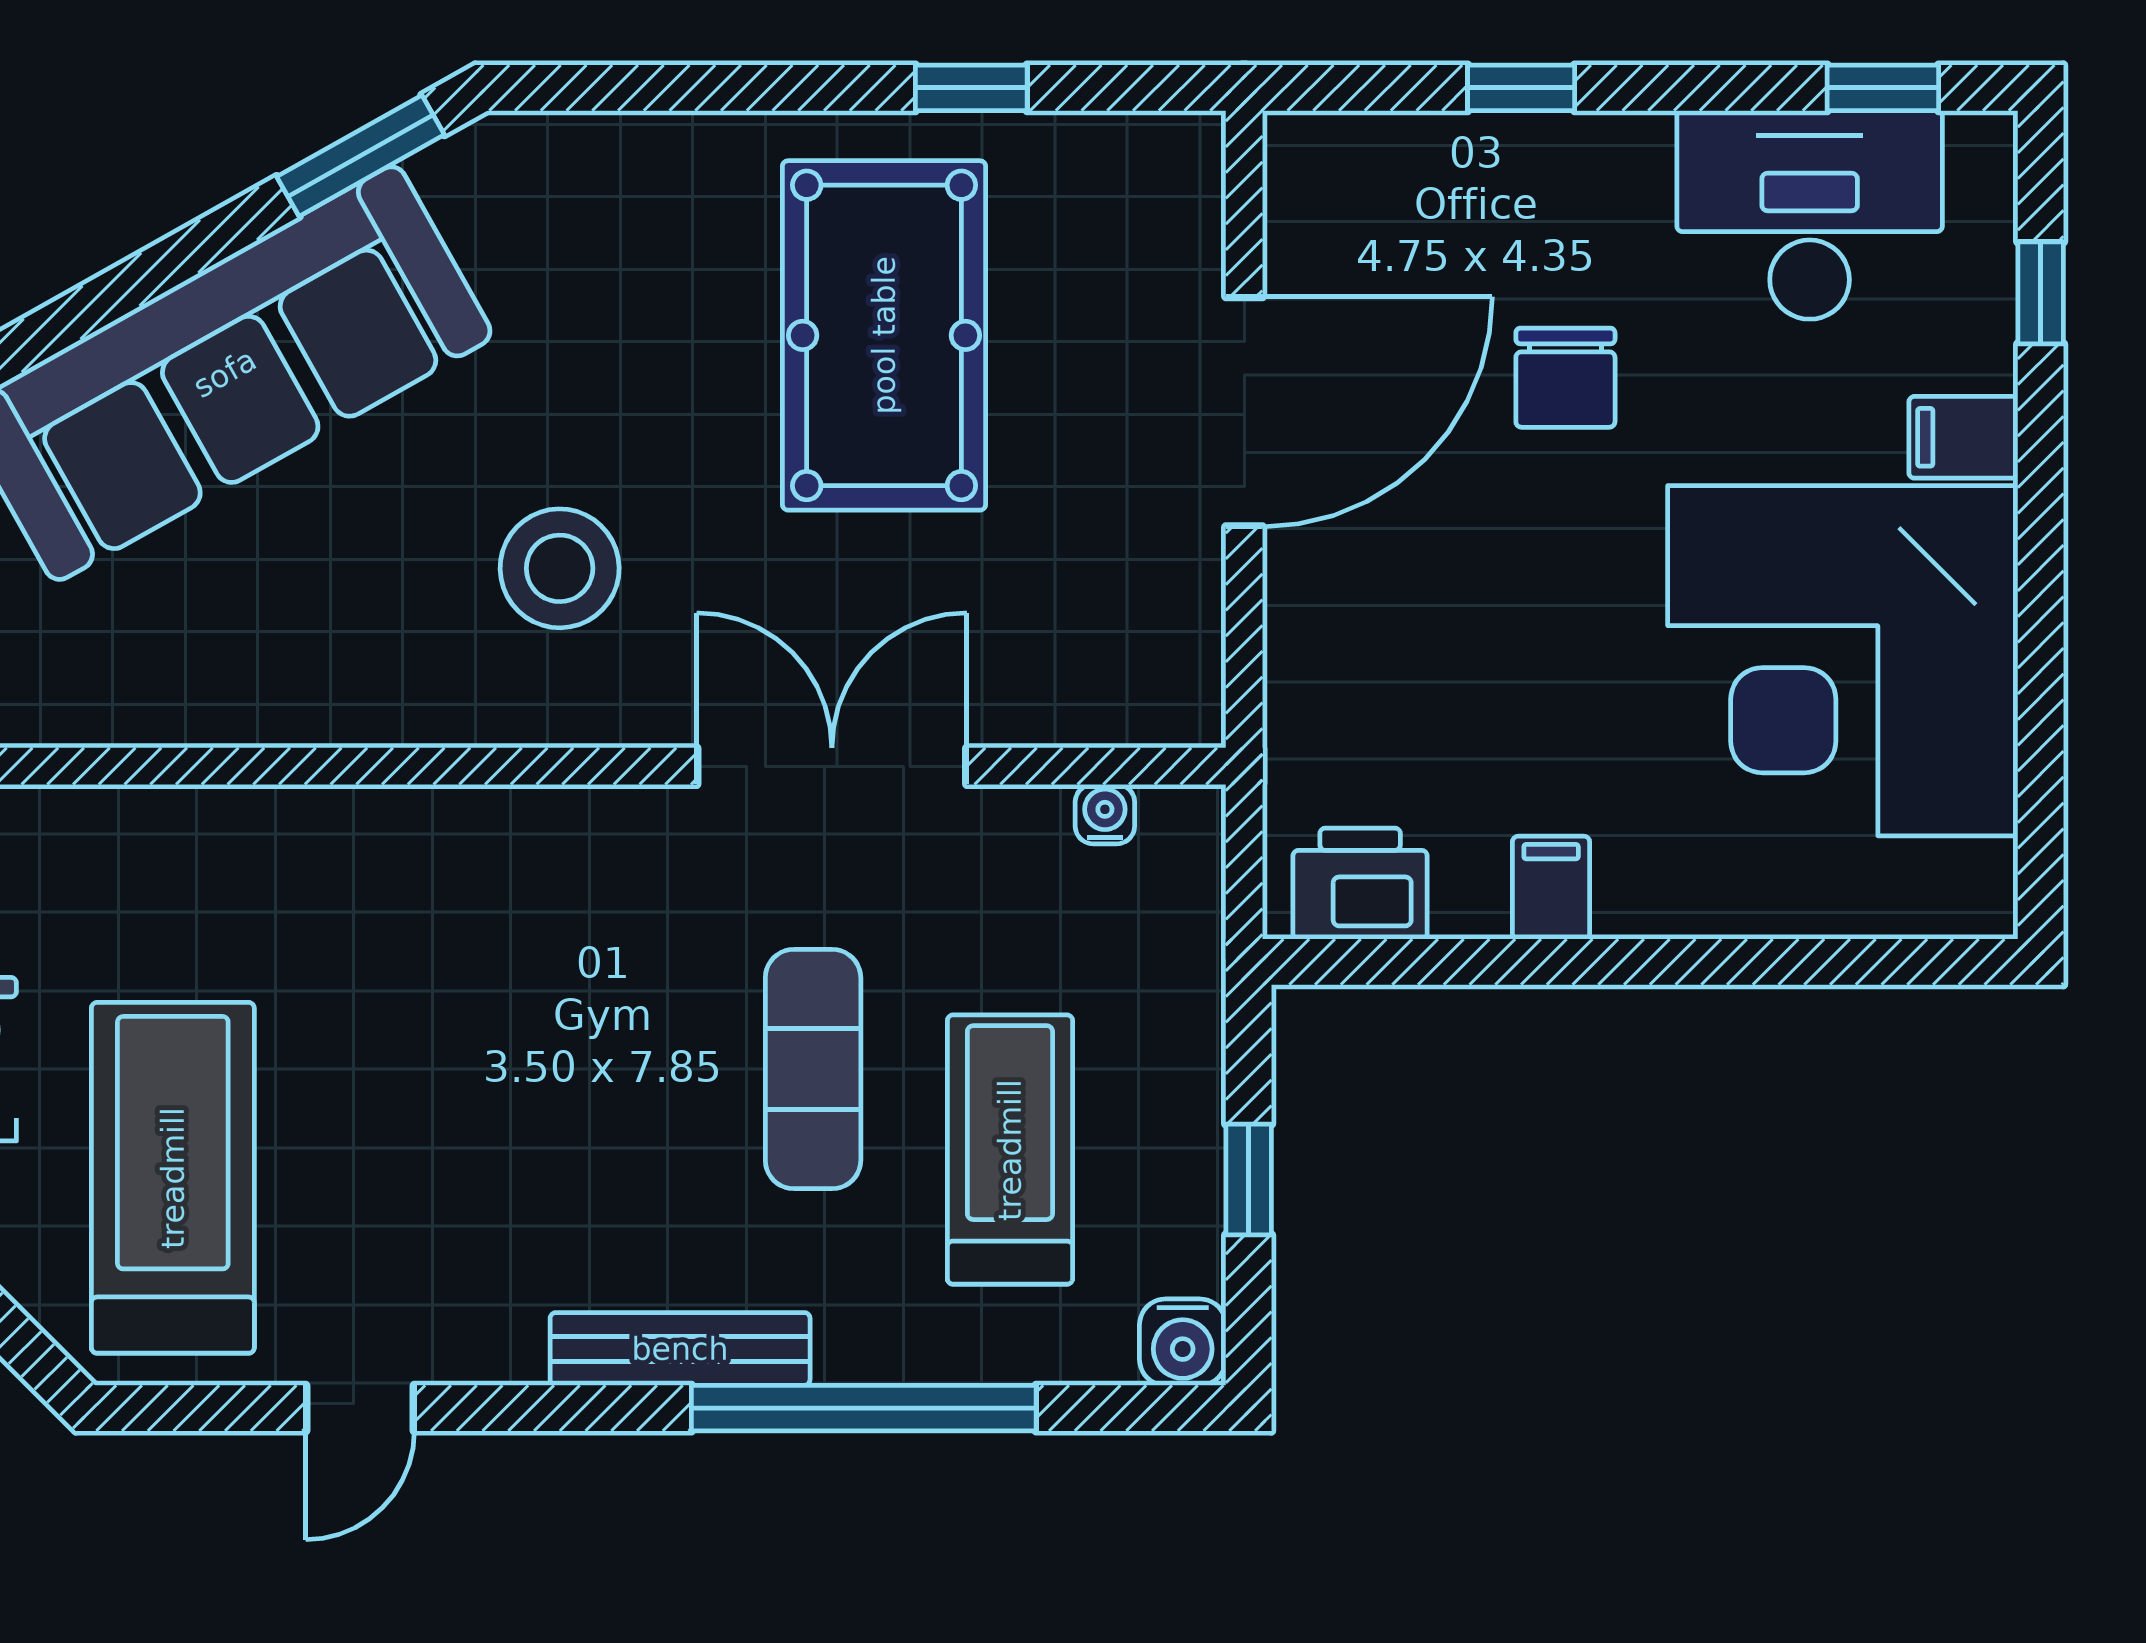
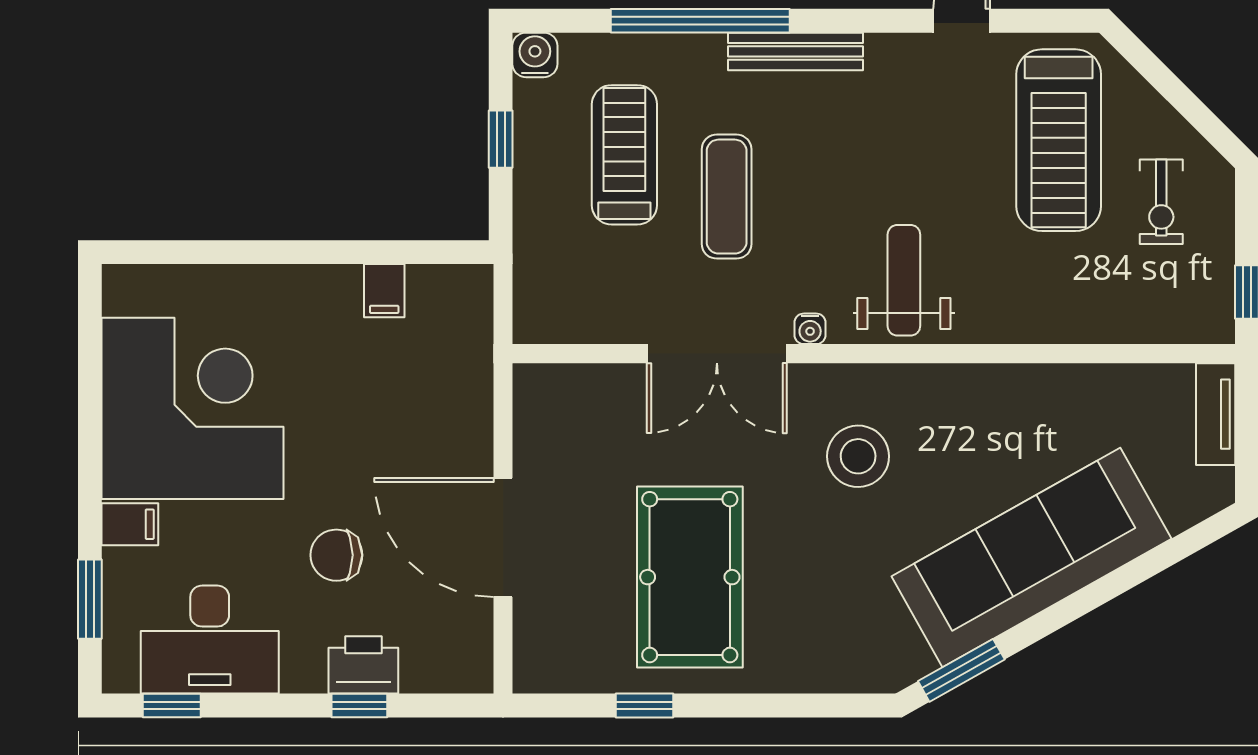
window: (2041, 293) -> (90, 599), width x1.50
chair: (1565, 378) -> (336, 555), turned -90
door: (1244, 412) -> (503, 537), hinge flipped
water cooler: (1105, 814) -> (810, 329), moved
printer: (1360, 884) -> (363, 665), moved, turned 180
filing cabinet: (1551, 888) -> (384, 291), moved
weight bench: (471, 908) -> (904, 280), added
treadmill: (1010, 1150) -> (624, 155), turned 180

